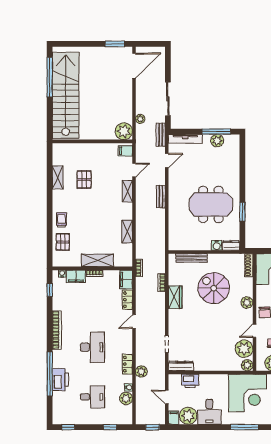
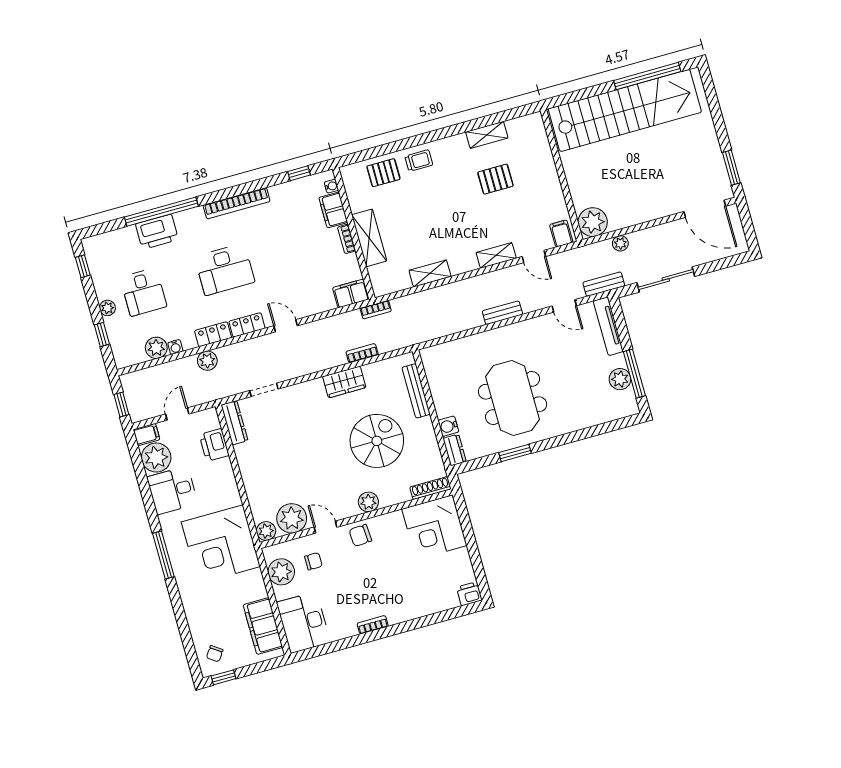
locker: (127, 300) -> (247, 325), moved
plant: (96, 420) -> (107, 308), added

